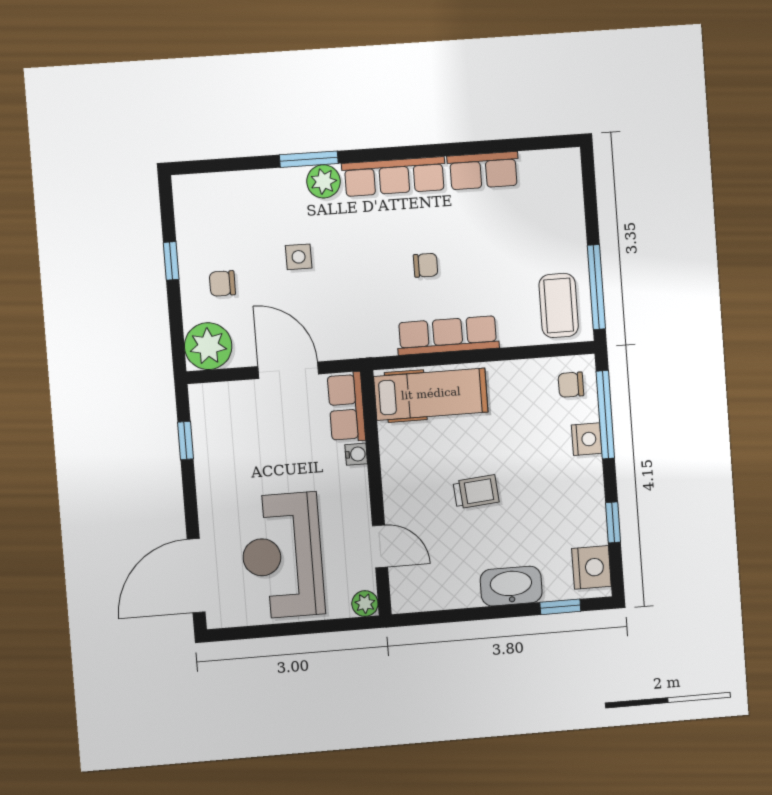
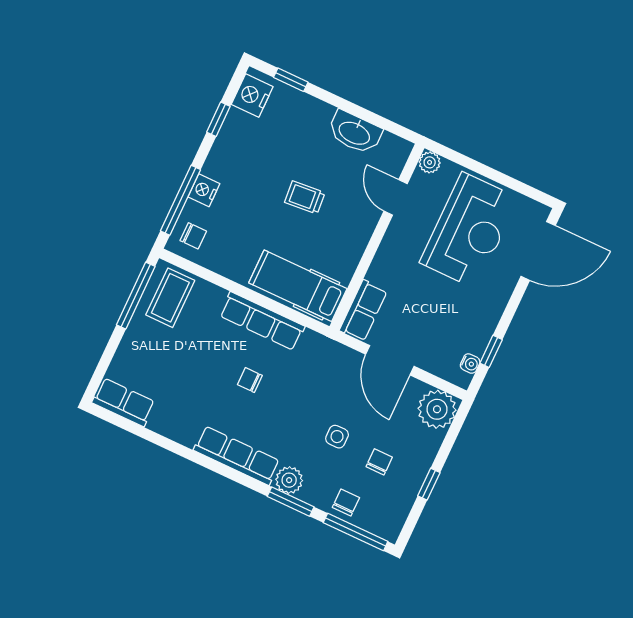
window: (221, 165) -> (356, 532), added
row of seats: (483, 171) -> (124, 402), moved
chair: (249, 191) -> (346, 503), added
chair: (222, 283) -> (379, 462), moved, turned -90
water cooler: (356, 454) -> (470, 364), moved, turned 180
washbasin: (511, 586) -> (355, 132), moved

